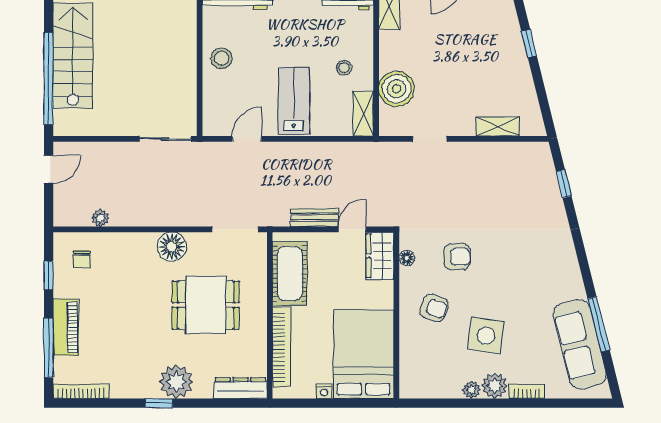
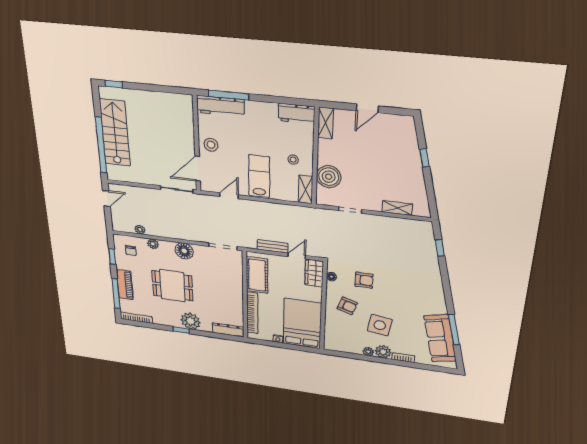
door: (200, 100) -> (198, 169), added
plant: (120, 241) -> (153, 244), added
dining table: (206, 305) -> (172, 286), moved

